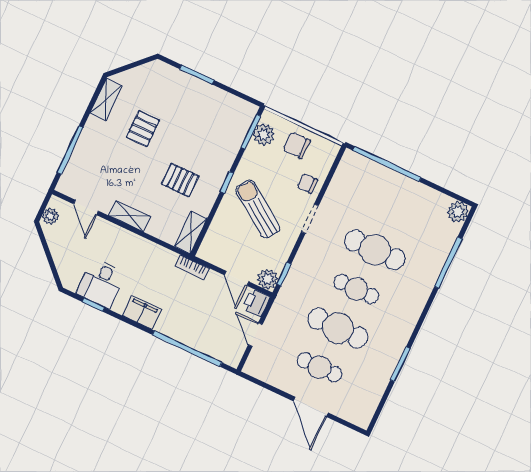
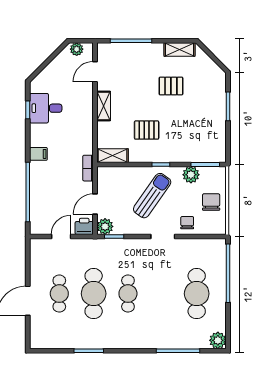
plant: (264, 134) -> (191, 175), moved
pallet: (180, 180) -> (147, 130), turned 90
cafe table: (375, 250) -> (197, 294), moved
filing cabinet: (142, 313) -> (38, 154), width x0.50

